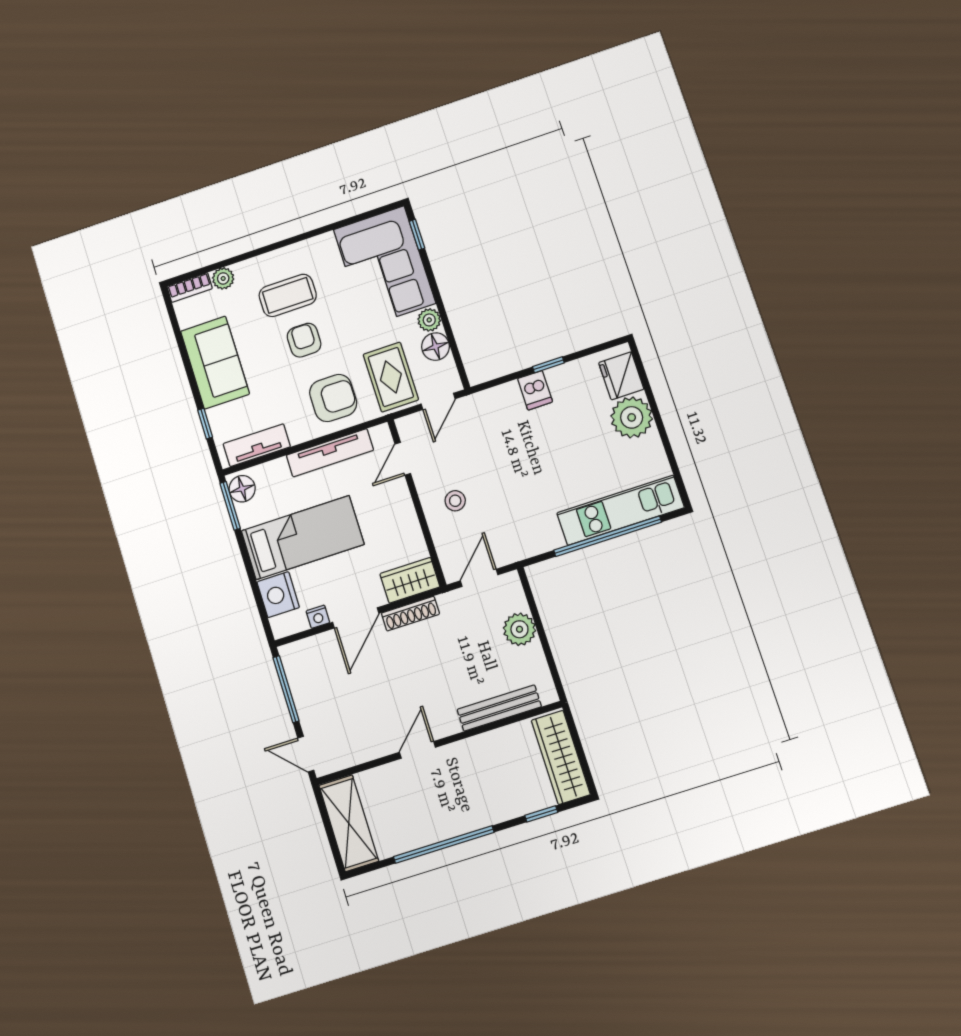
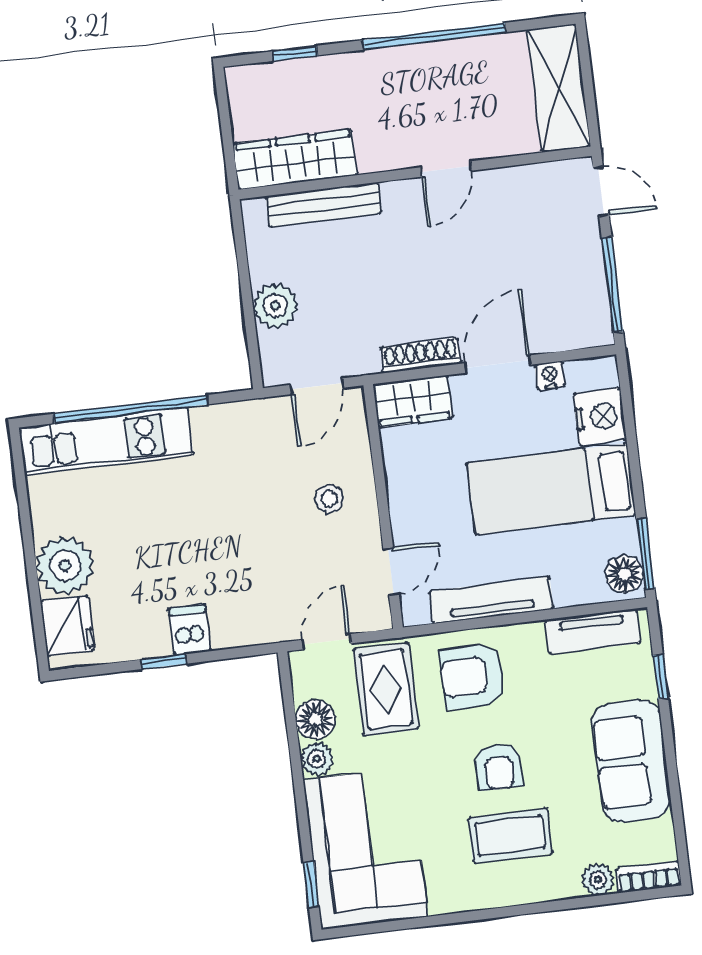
wardrobe: (561, 757) -> (295, 159), moved, turned -90

